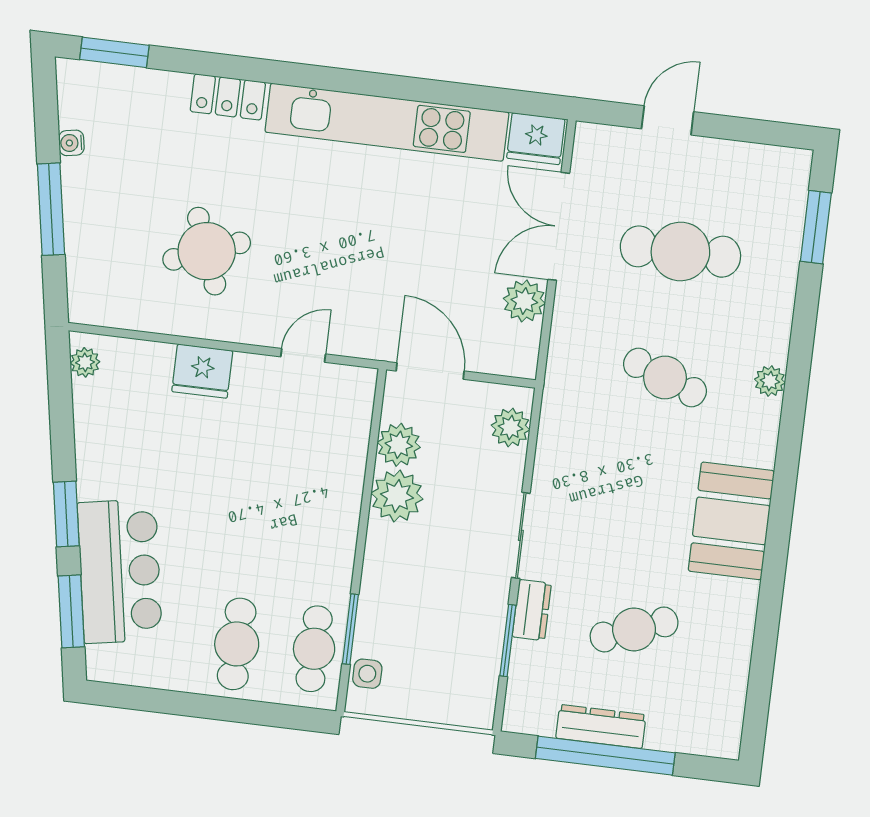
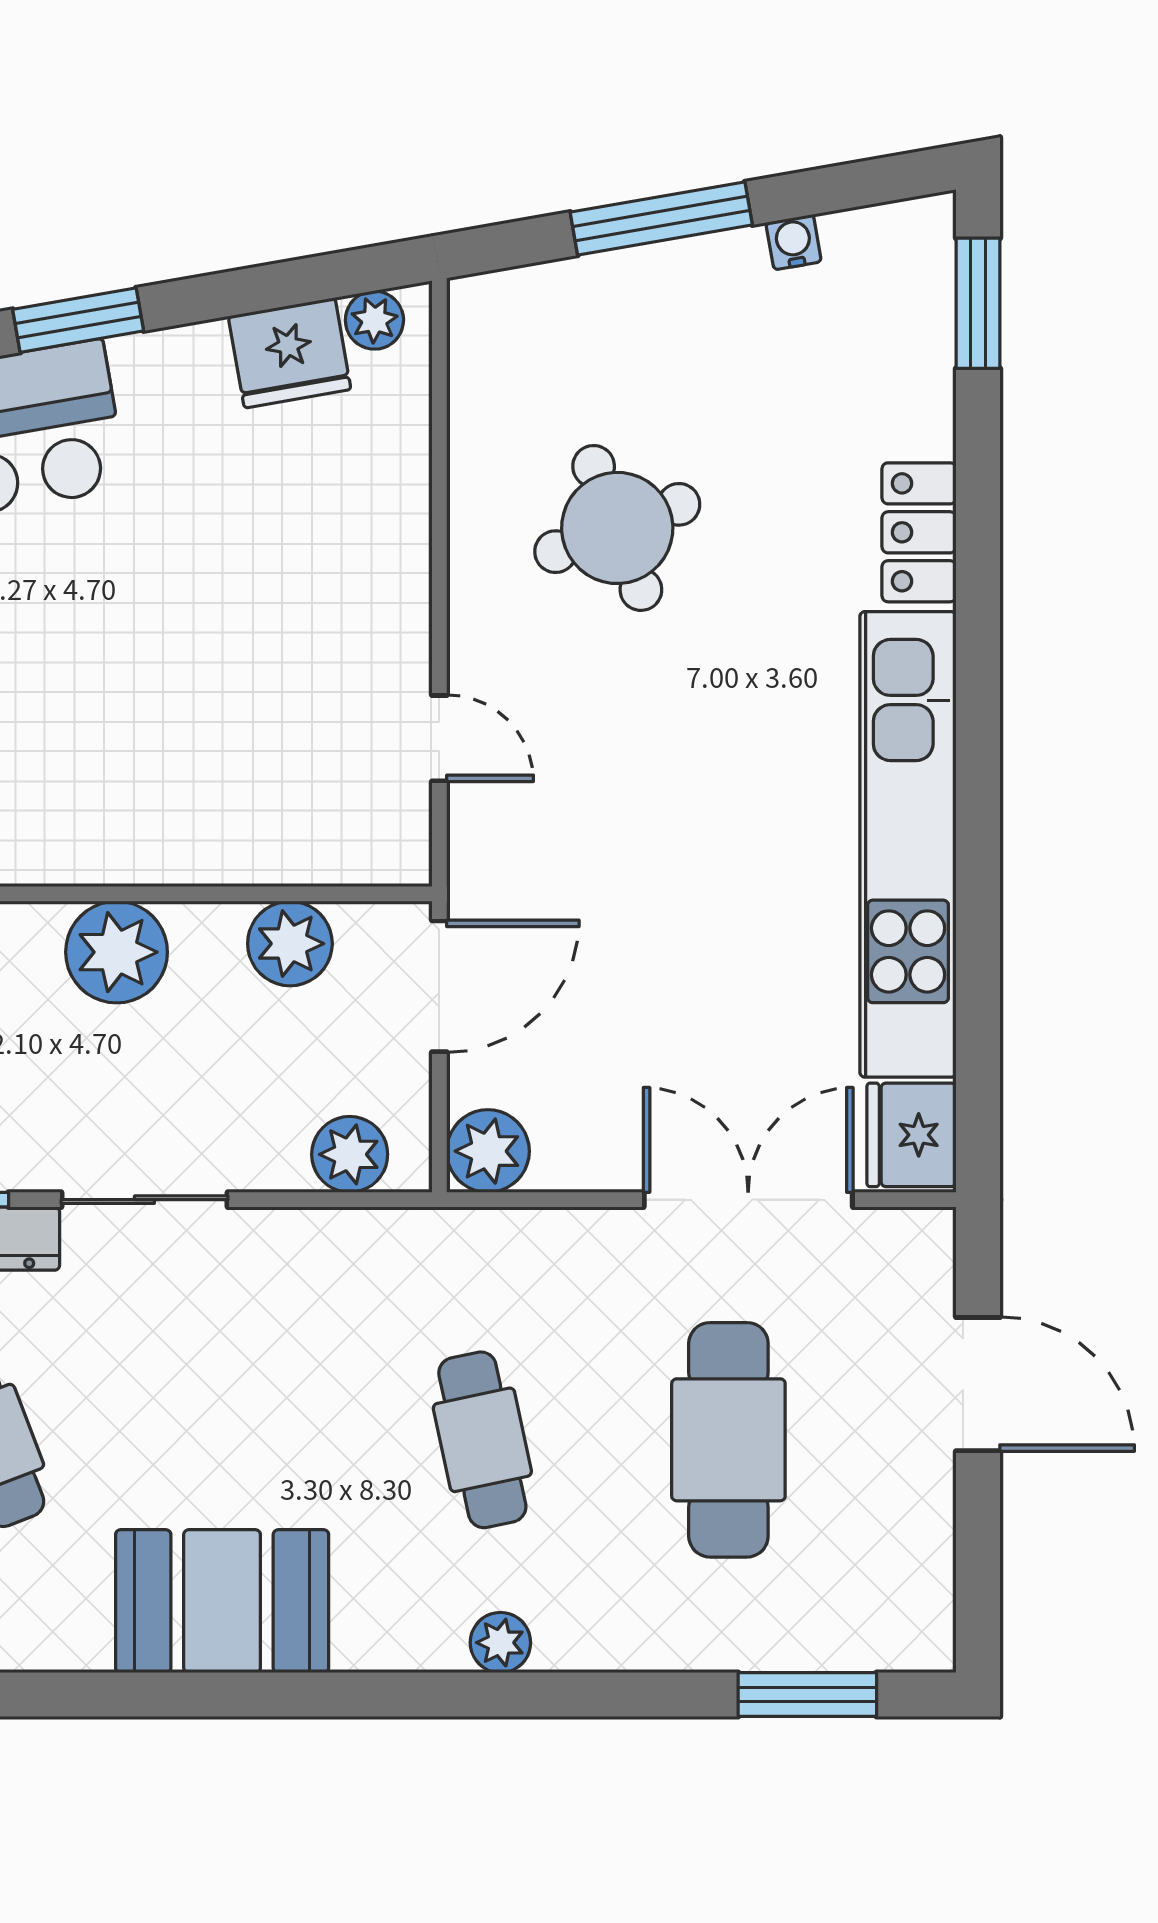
door: (668, 120) -> (978, 1384), width x1.38
plant: (524, 301) -> (488, 1151), moved
fridge: (202, 371) -> (290, 353), moved, turned -100
cafe table: (665, 377) -> (482, 1440), turned -33
plant: (397, 496) -> (117, 952), moved

